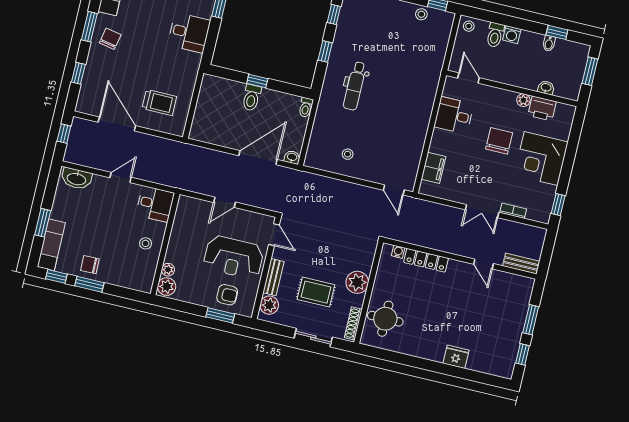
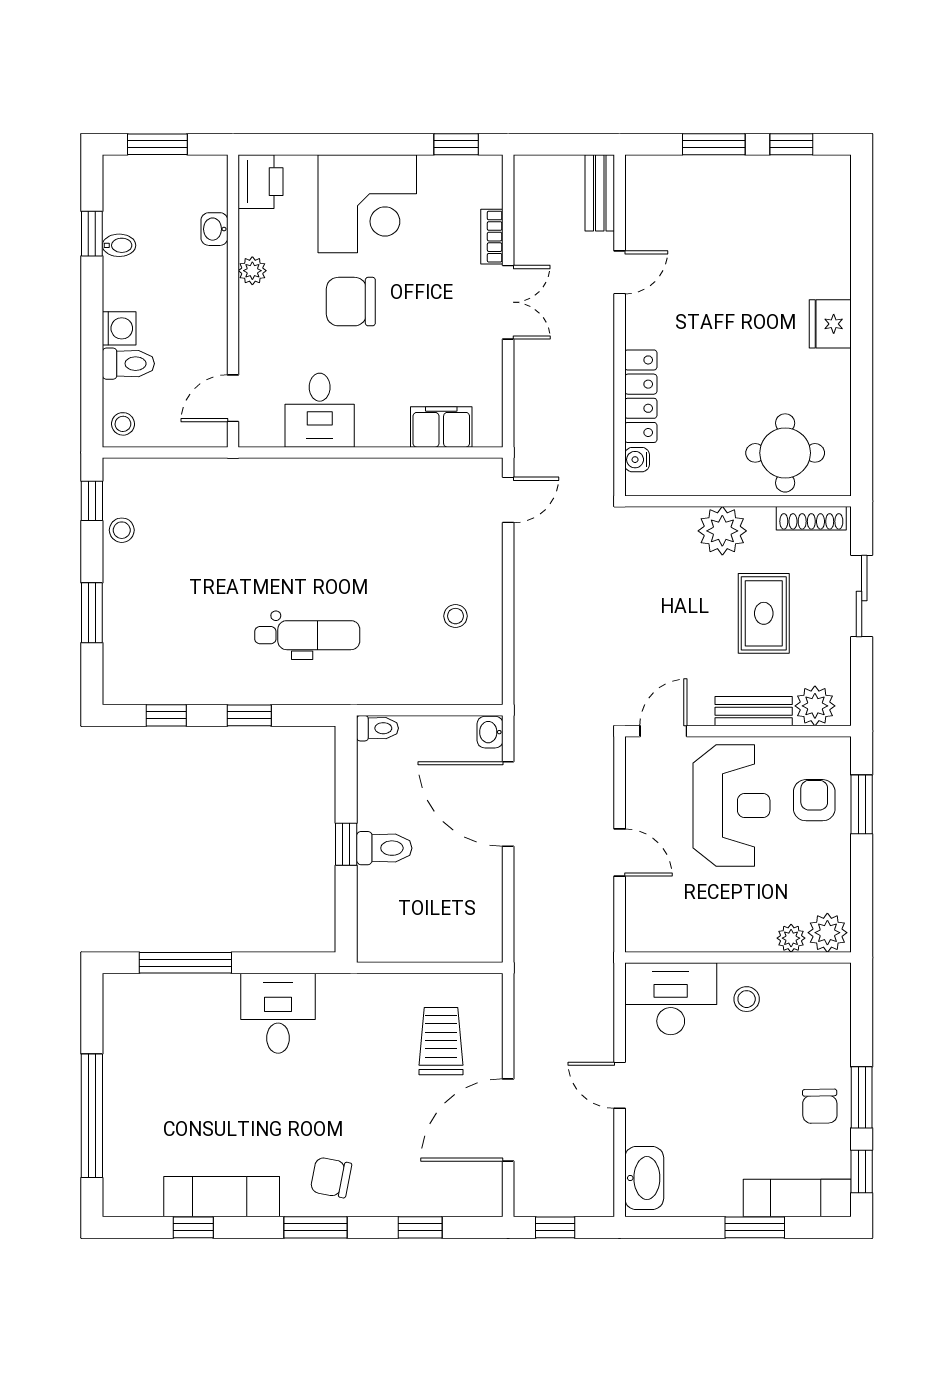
printer: (542, 108) -> (260, 182), moved
desk: (155, 204) -> (671, 999), width x1.37
fridge: (456, 357) -> (830, 324), moved

